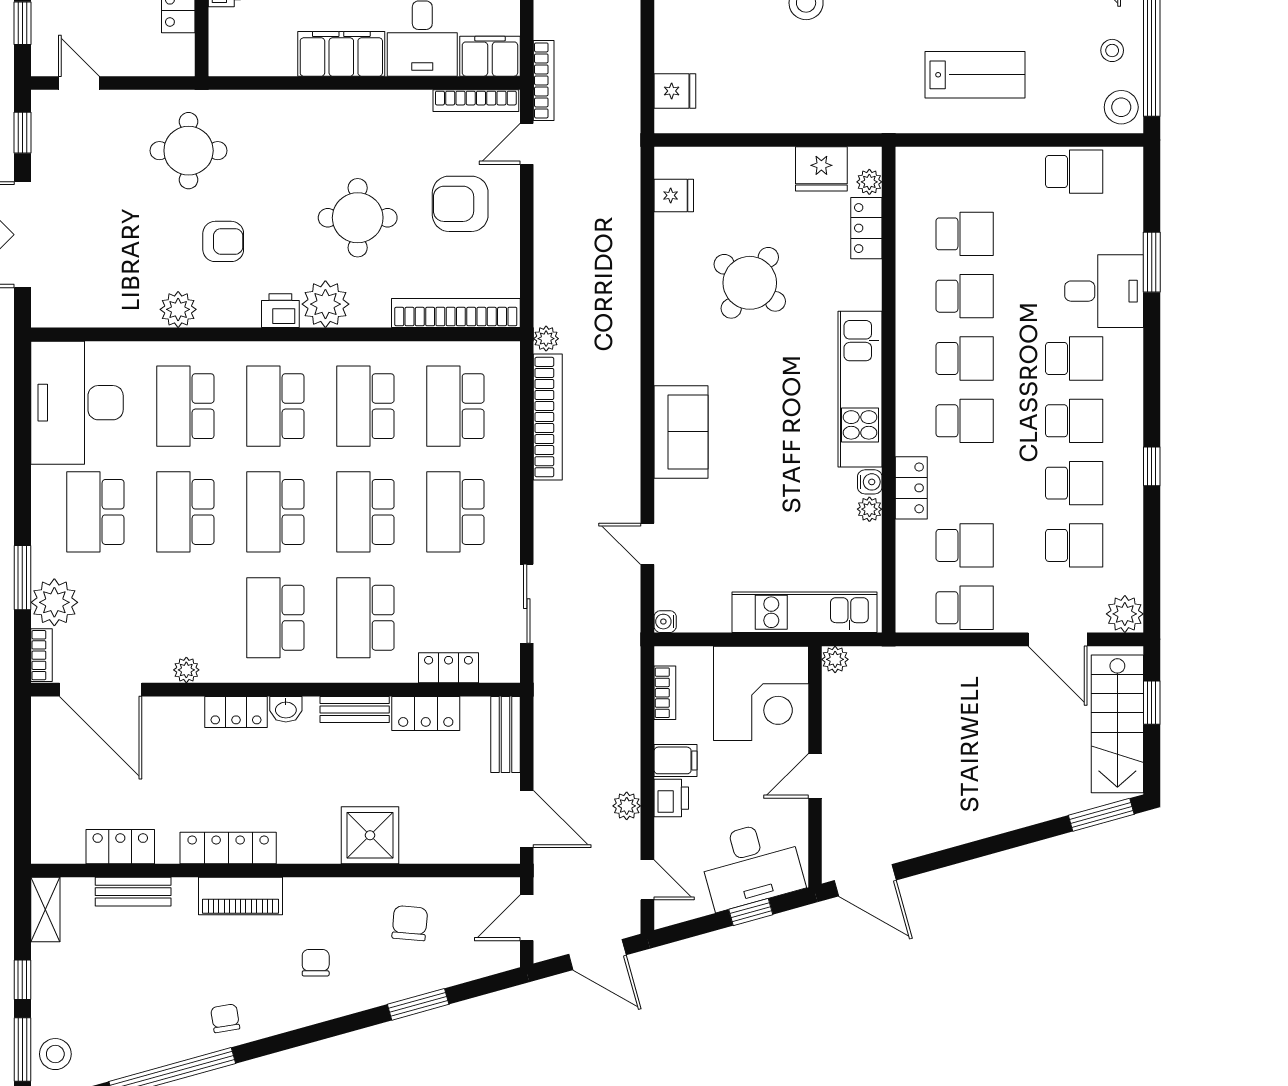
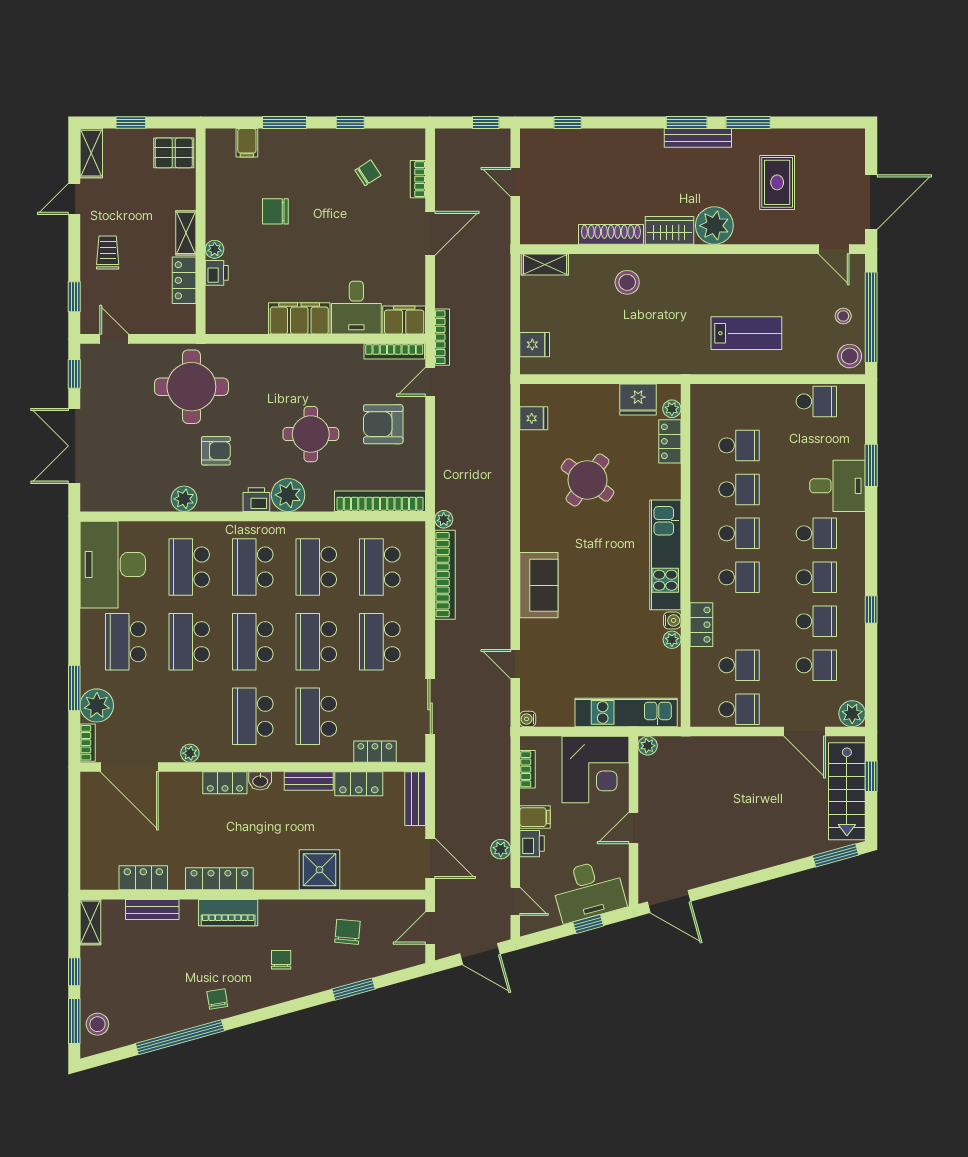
round table: (189, 151) -> (191, 387), width x1.36, depth x1.36

